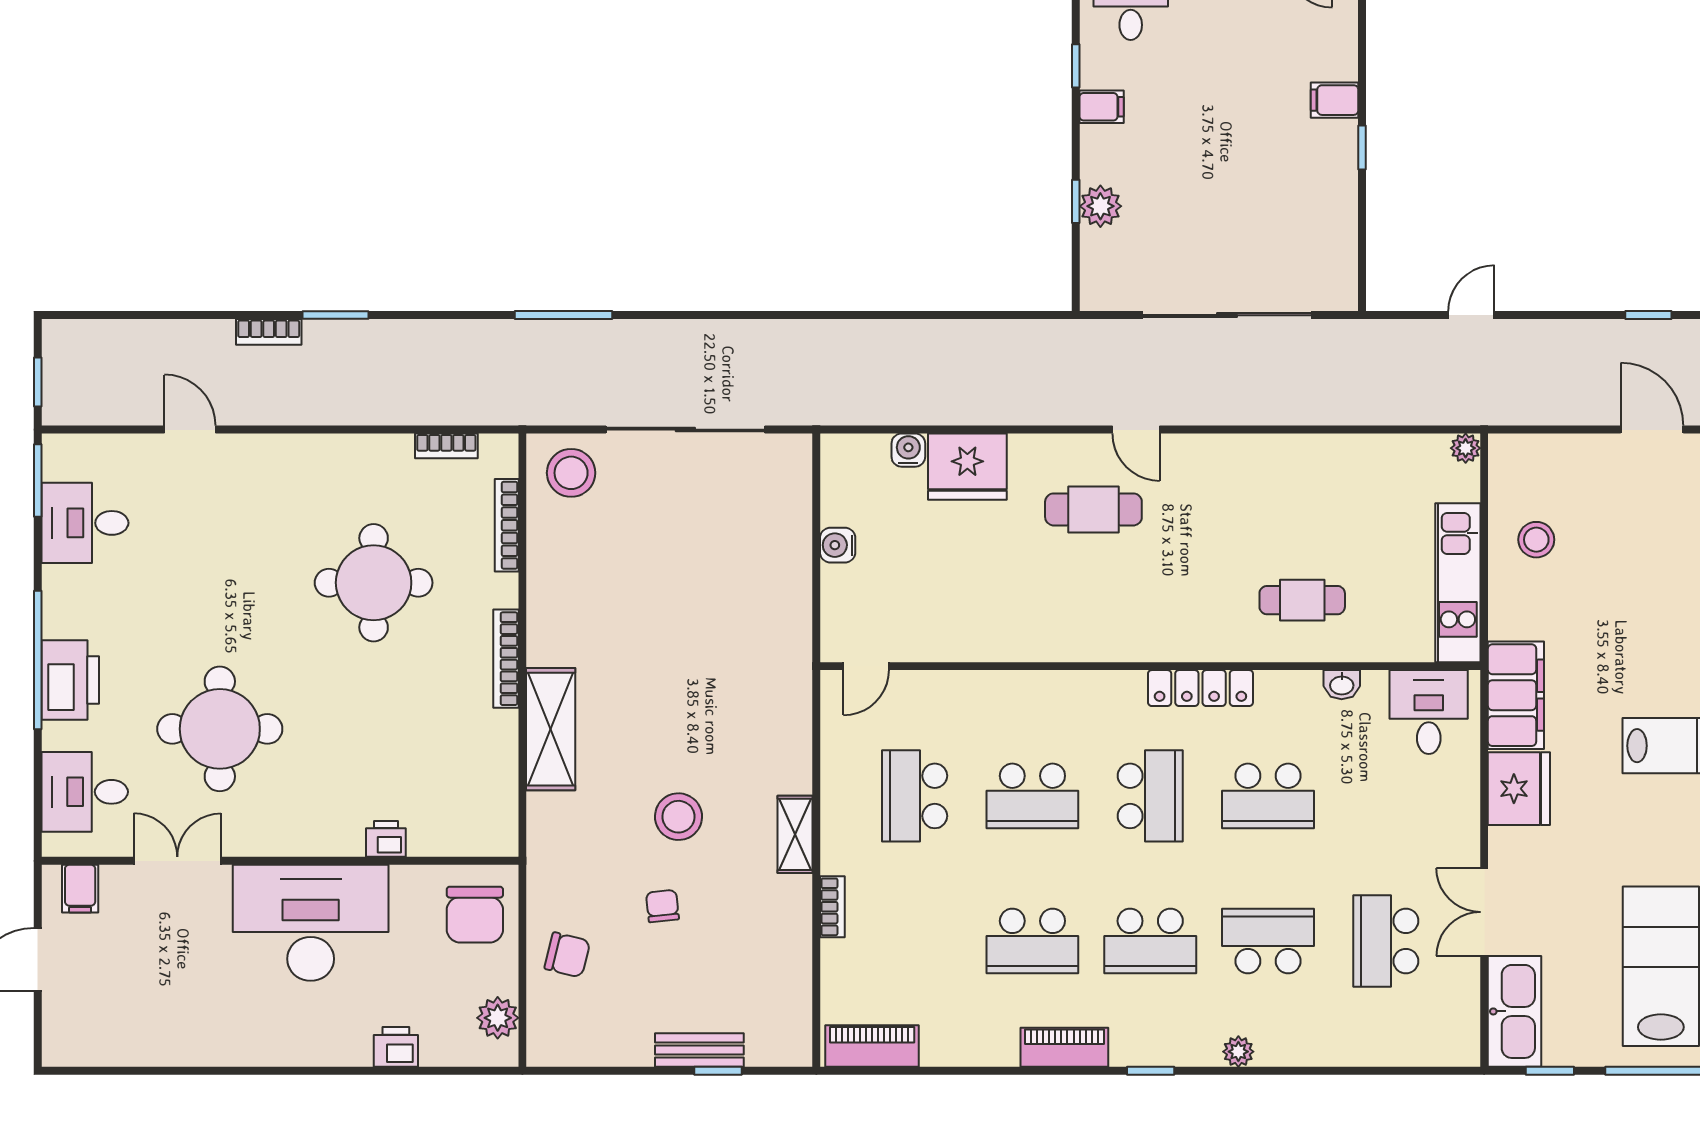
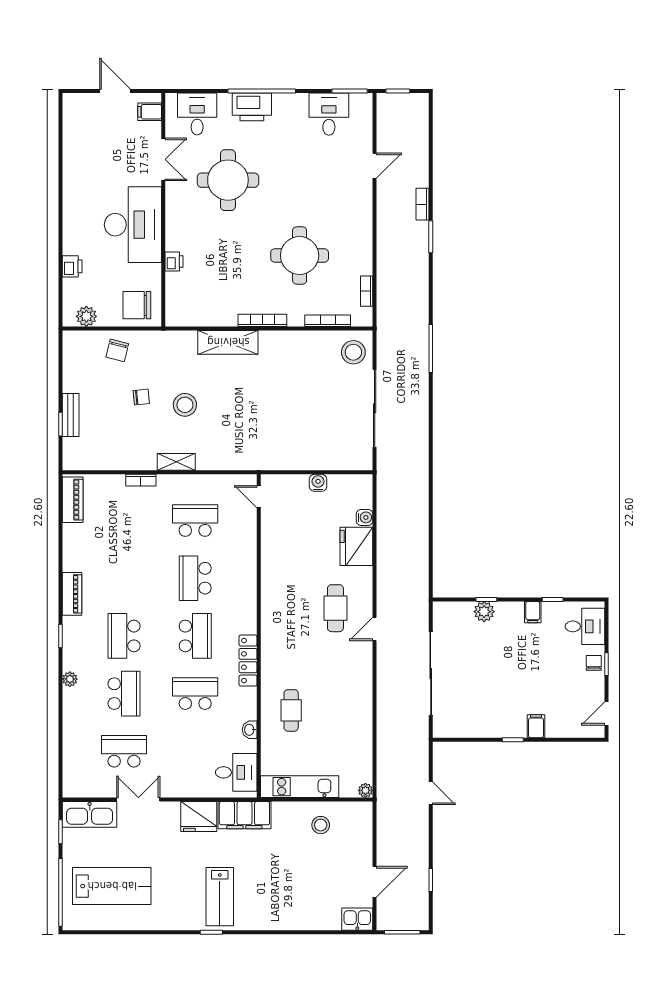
school desk: (1150, 796) -> (195, 636), turned -90
school desk: (1268, 796) -> (195, 694), turned 90
school desk: (1032, 941) -> (124, 578), removed

